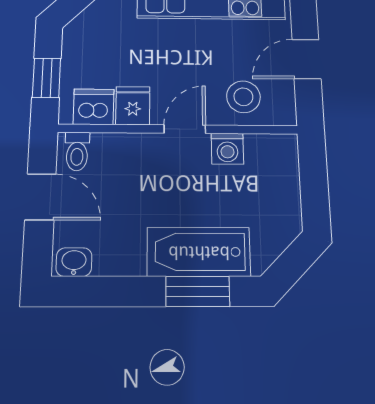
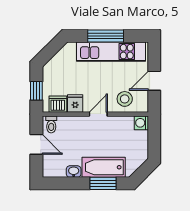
washing machine: (227, 149) -> (141, 123), moved, turned 90
washbasin: (74, 262) -> (74, 172), moved

